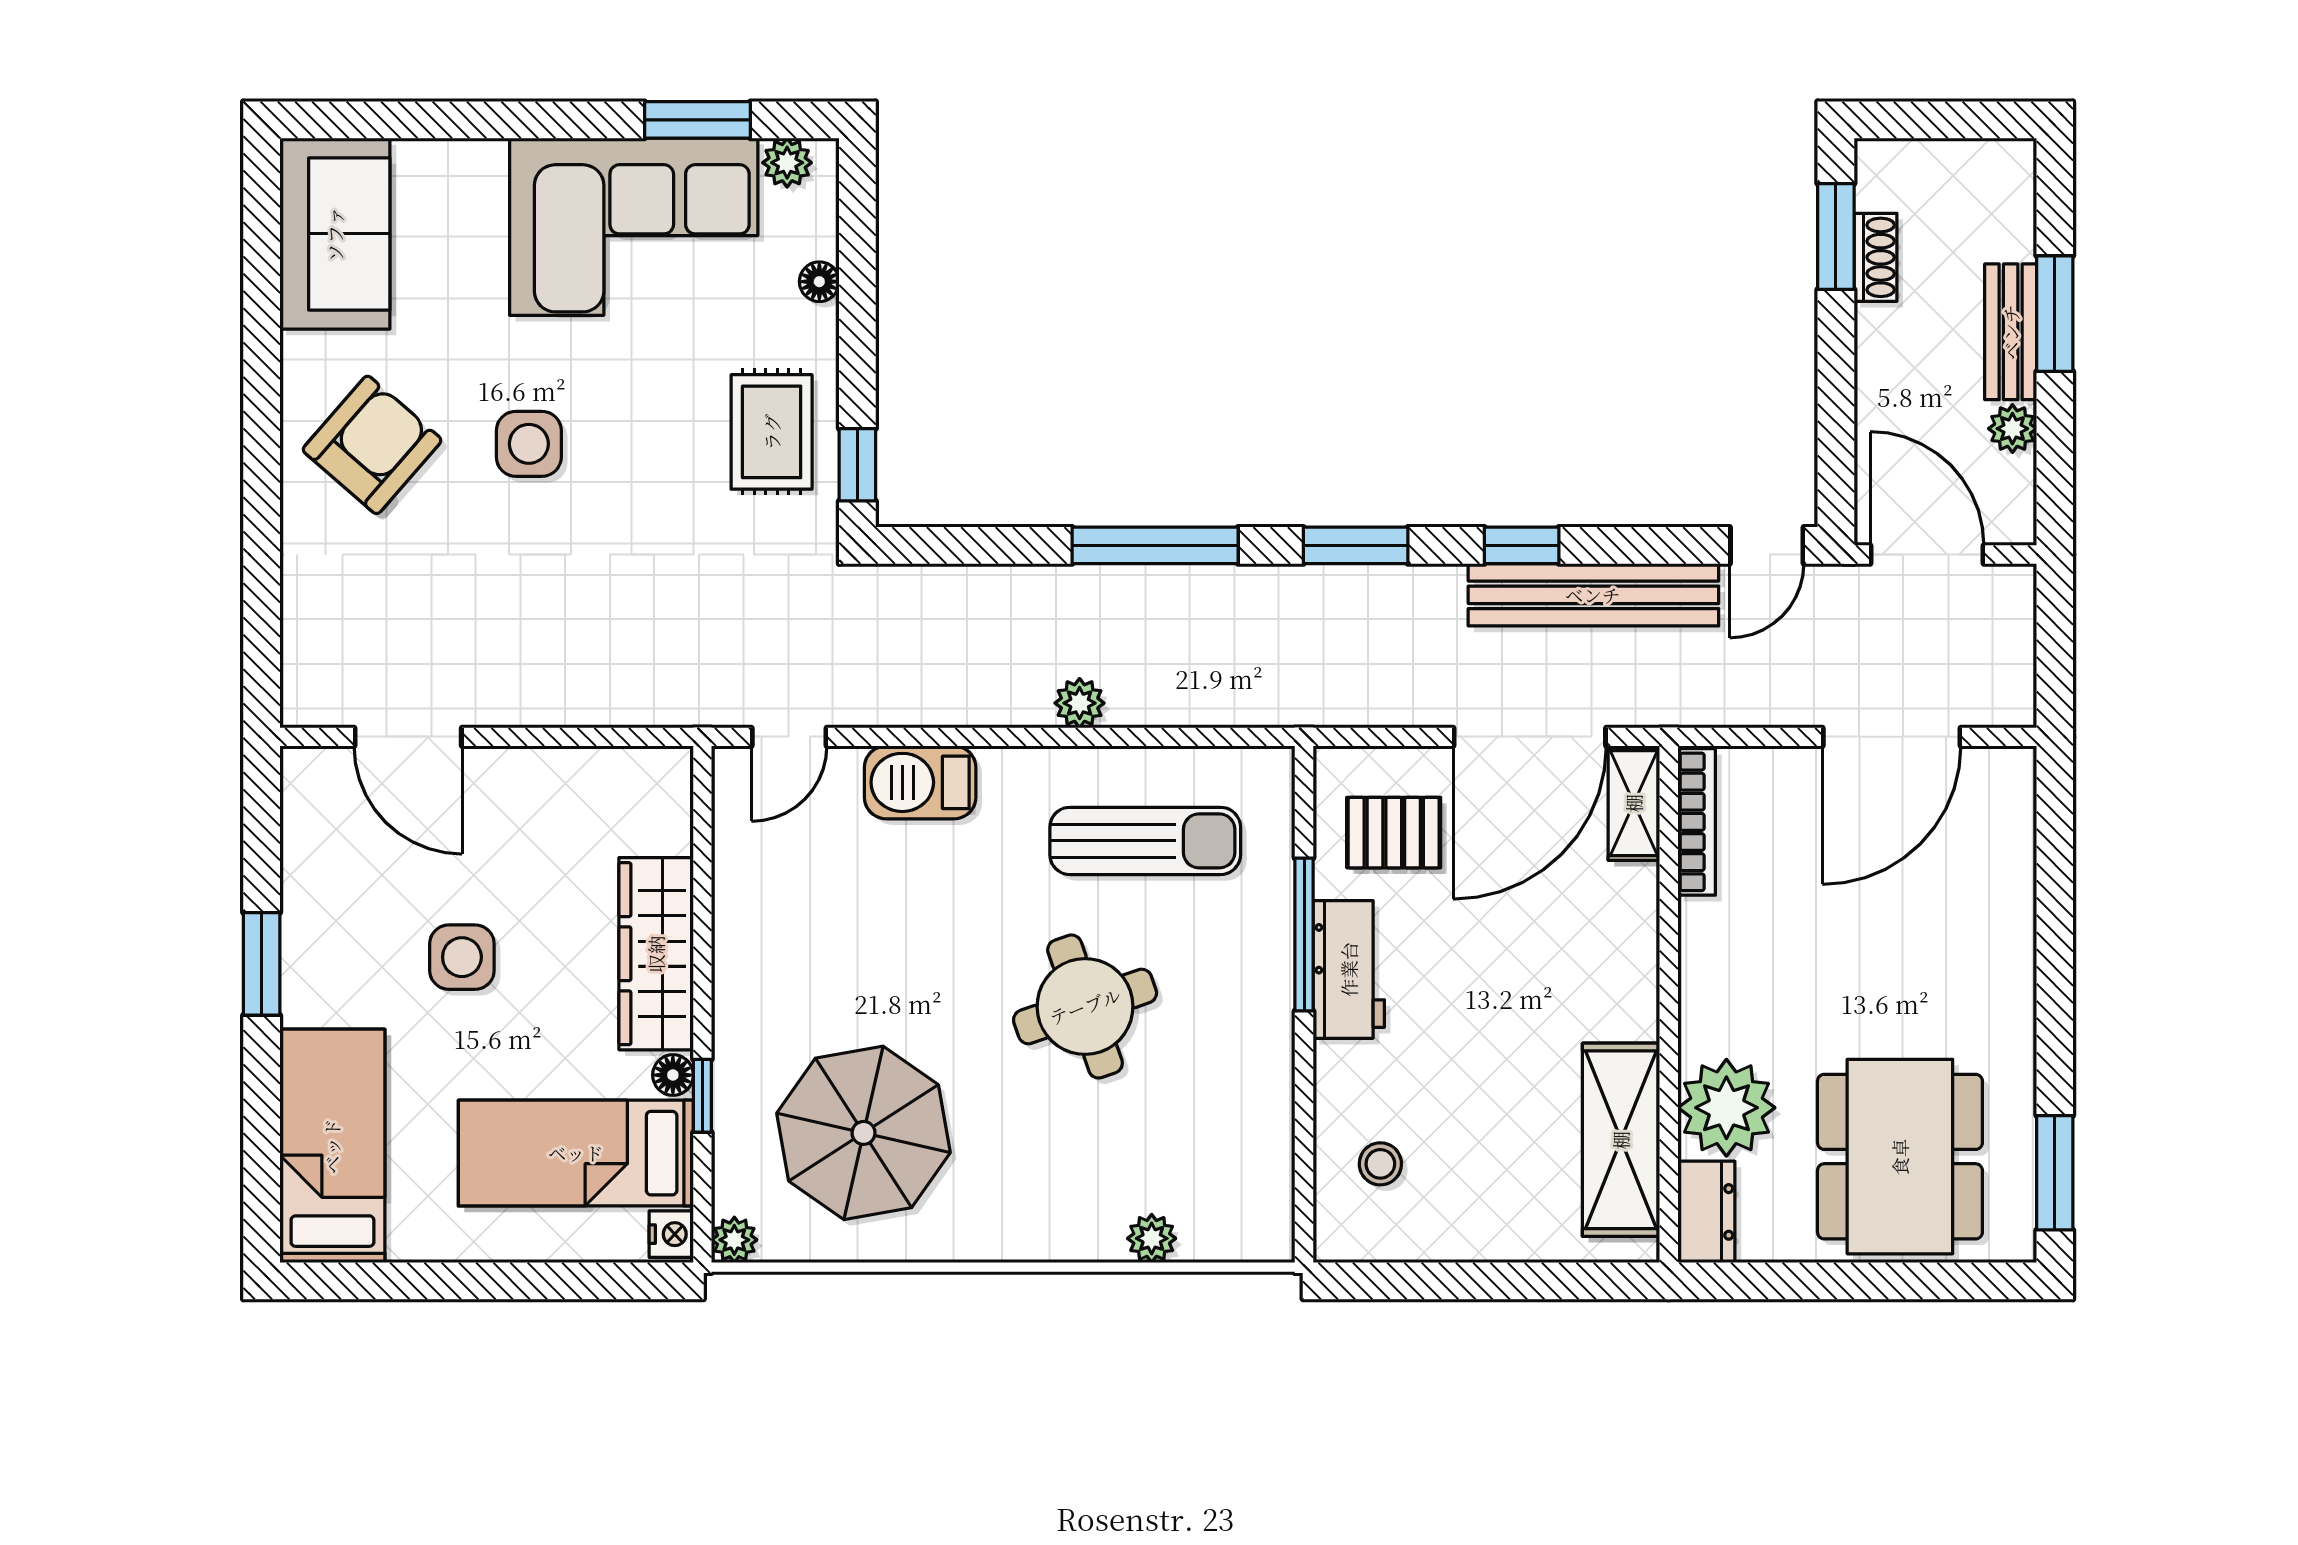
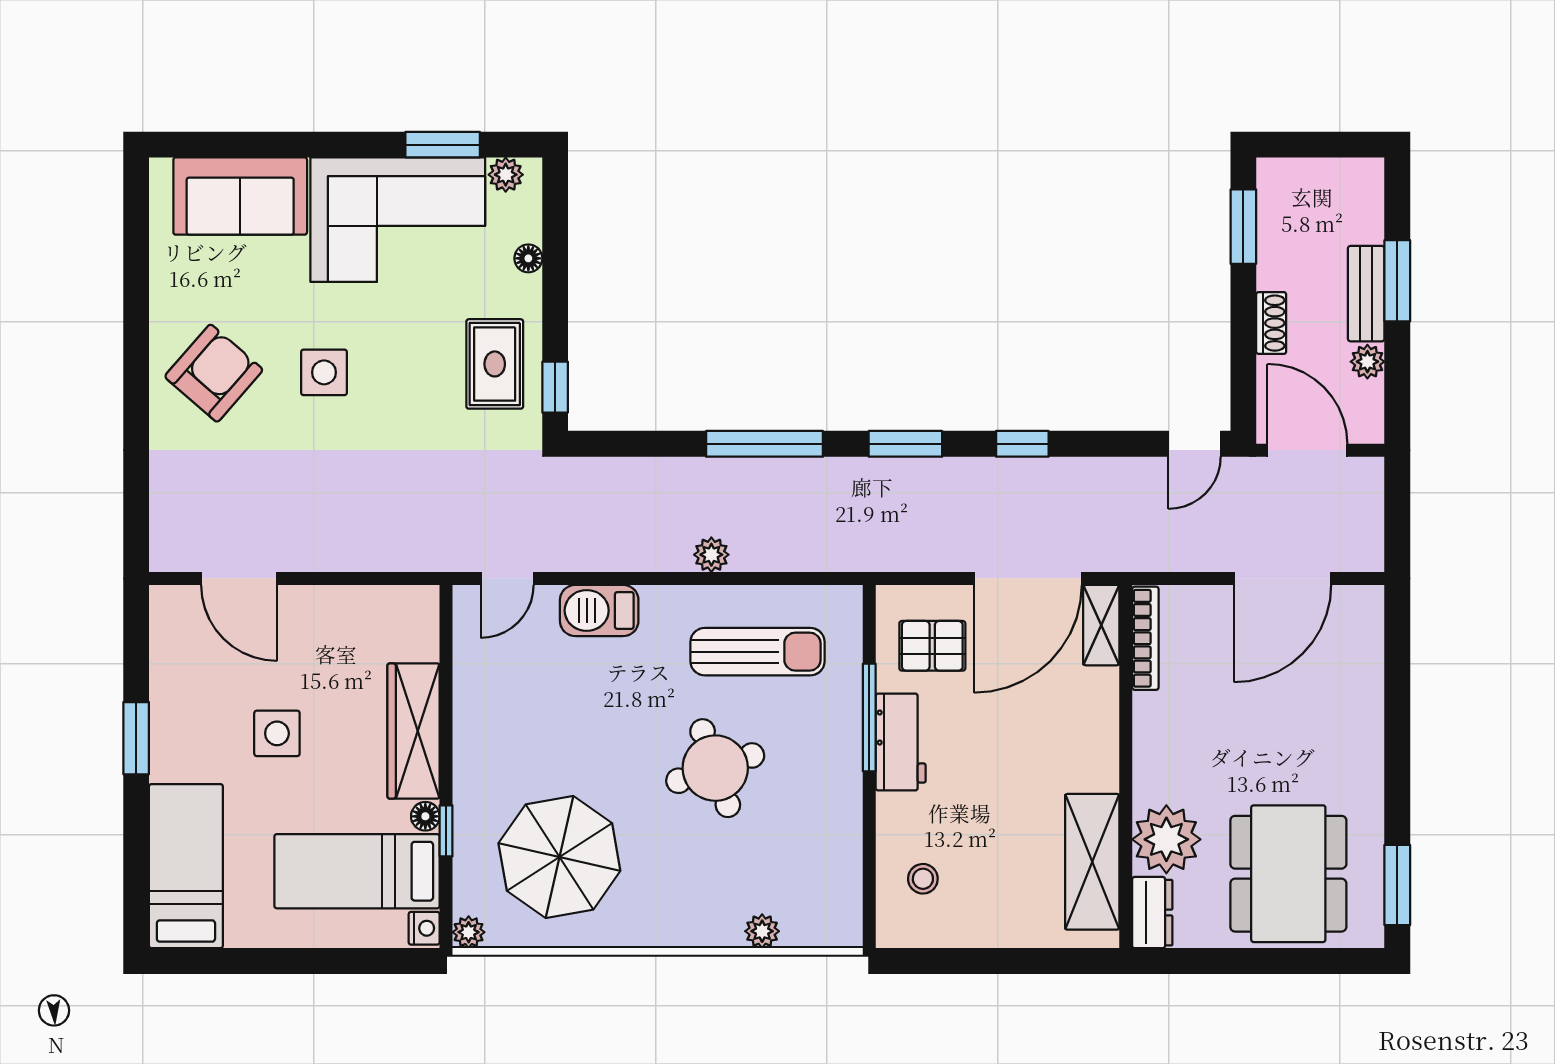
sofa: (335, 234) -> (240, 196), moved, turned 90
shoe rack: (1876, 257) -> (1271, 323), moved
bench: (1593, 595) -> (1073, 479), removed

